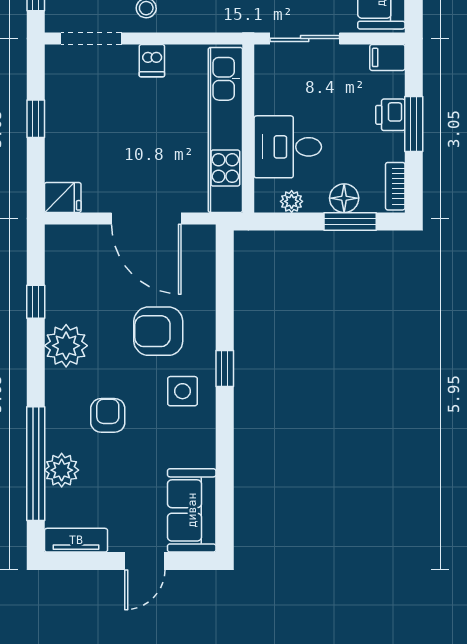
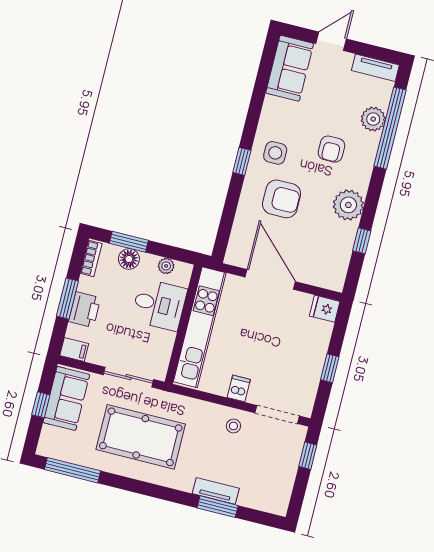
printer: (390, 115) -> (85, 310), width x1.36, depth x1.24

